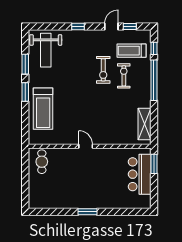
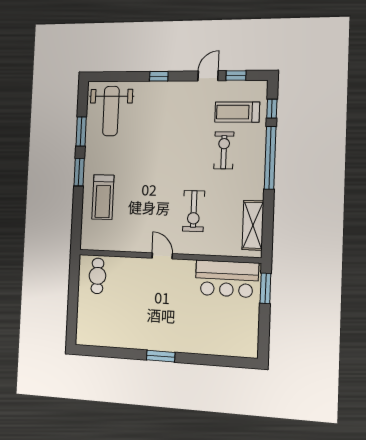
exercise bike: (103, 70) -> (194, 211), moved
treadmill: (43, 109) -> (103, 197), width x0.73, depth x0.73
bar counter: (140, 174) -> (227, 279), moved, turned -90

